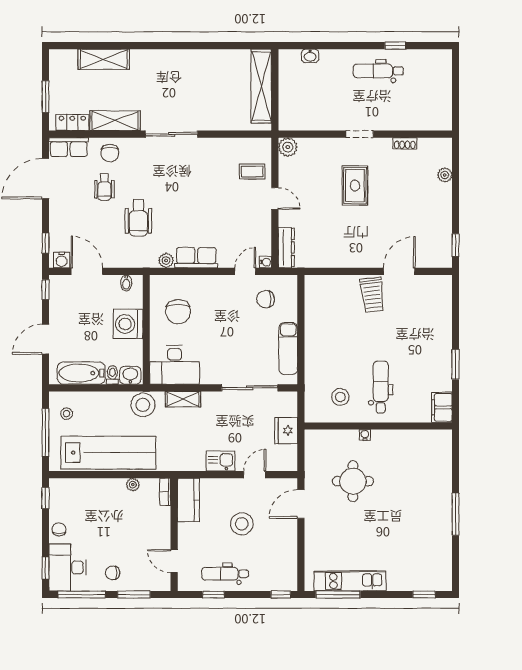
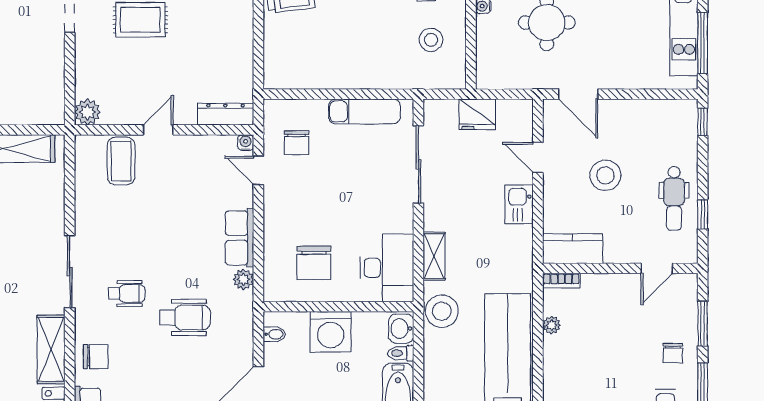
coffee table: (252, 172) -> (121, 161), width x1.36, depth x1.30
wheelchair: (104, 187) -> (127, 294), moved
chair: (178, 312) -> (314, 263), turned 90

